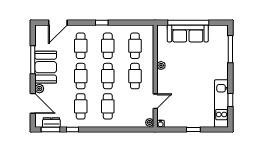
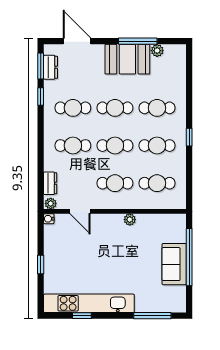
door: (58, 23) -> (189, 76), removed
sofa: (188, 33) -> (174, 264), width x0.73
plant: (39, 89) -> (157, 51), moved
door: (33, 103) -> (77, 41), swing flipped
kitchen unit: (221, 104) -> (89, 303), width x1.36
dresser: (135, 123) -> (50, 183), added

